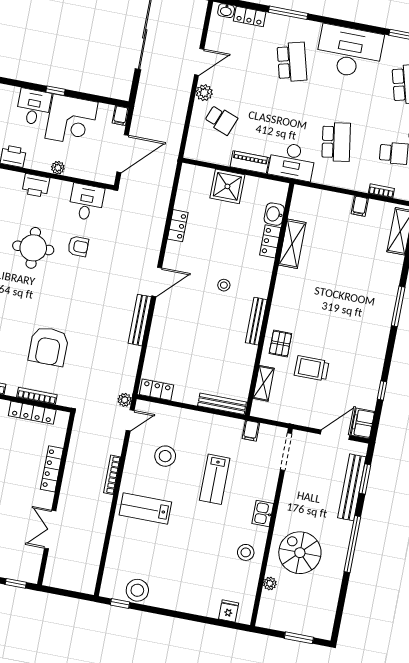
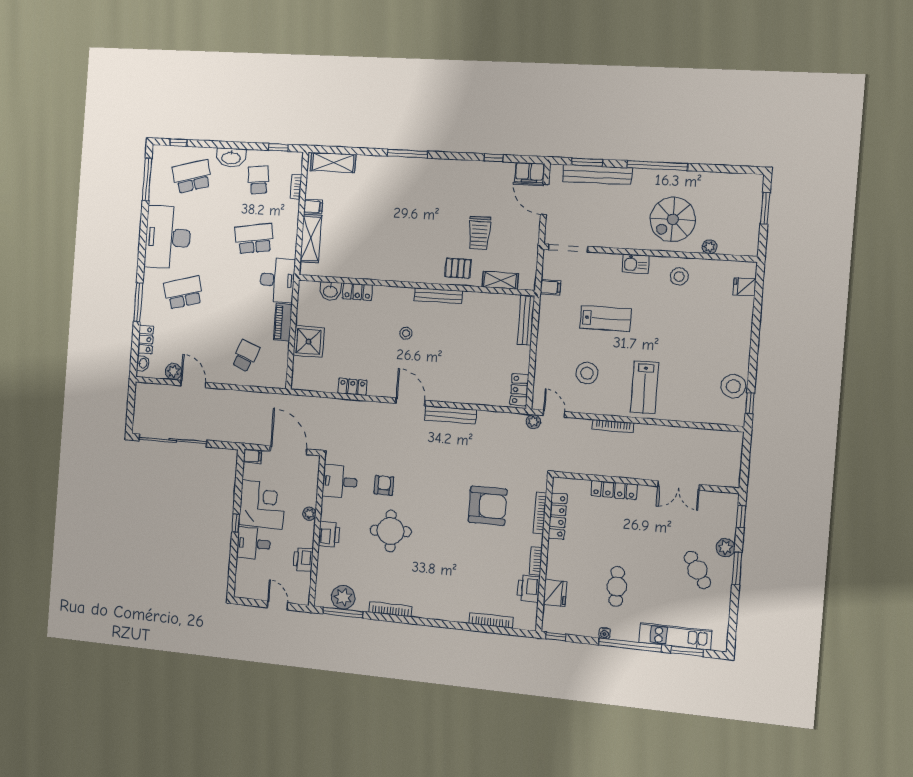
plant: (204, 93) -> (173, 372), moved
shelving: (292, 244) -> (311, 239), moved, turned 90

